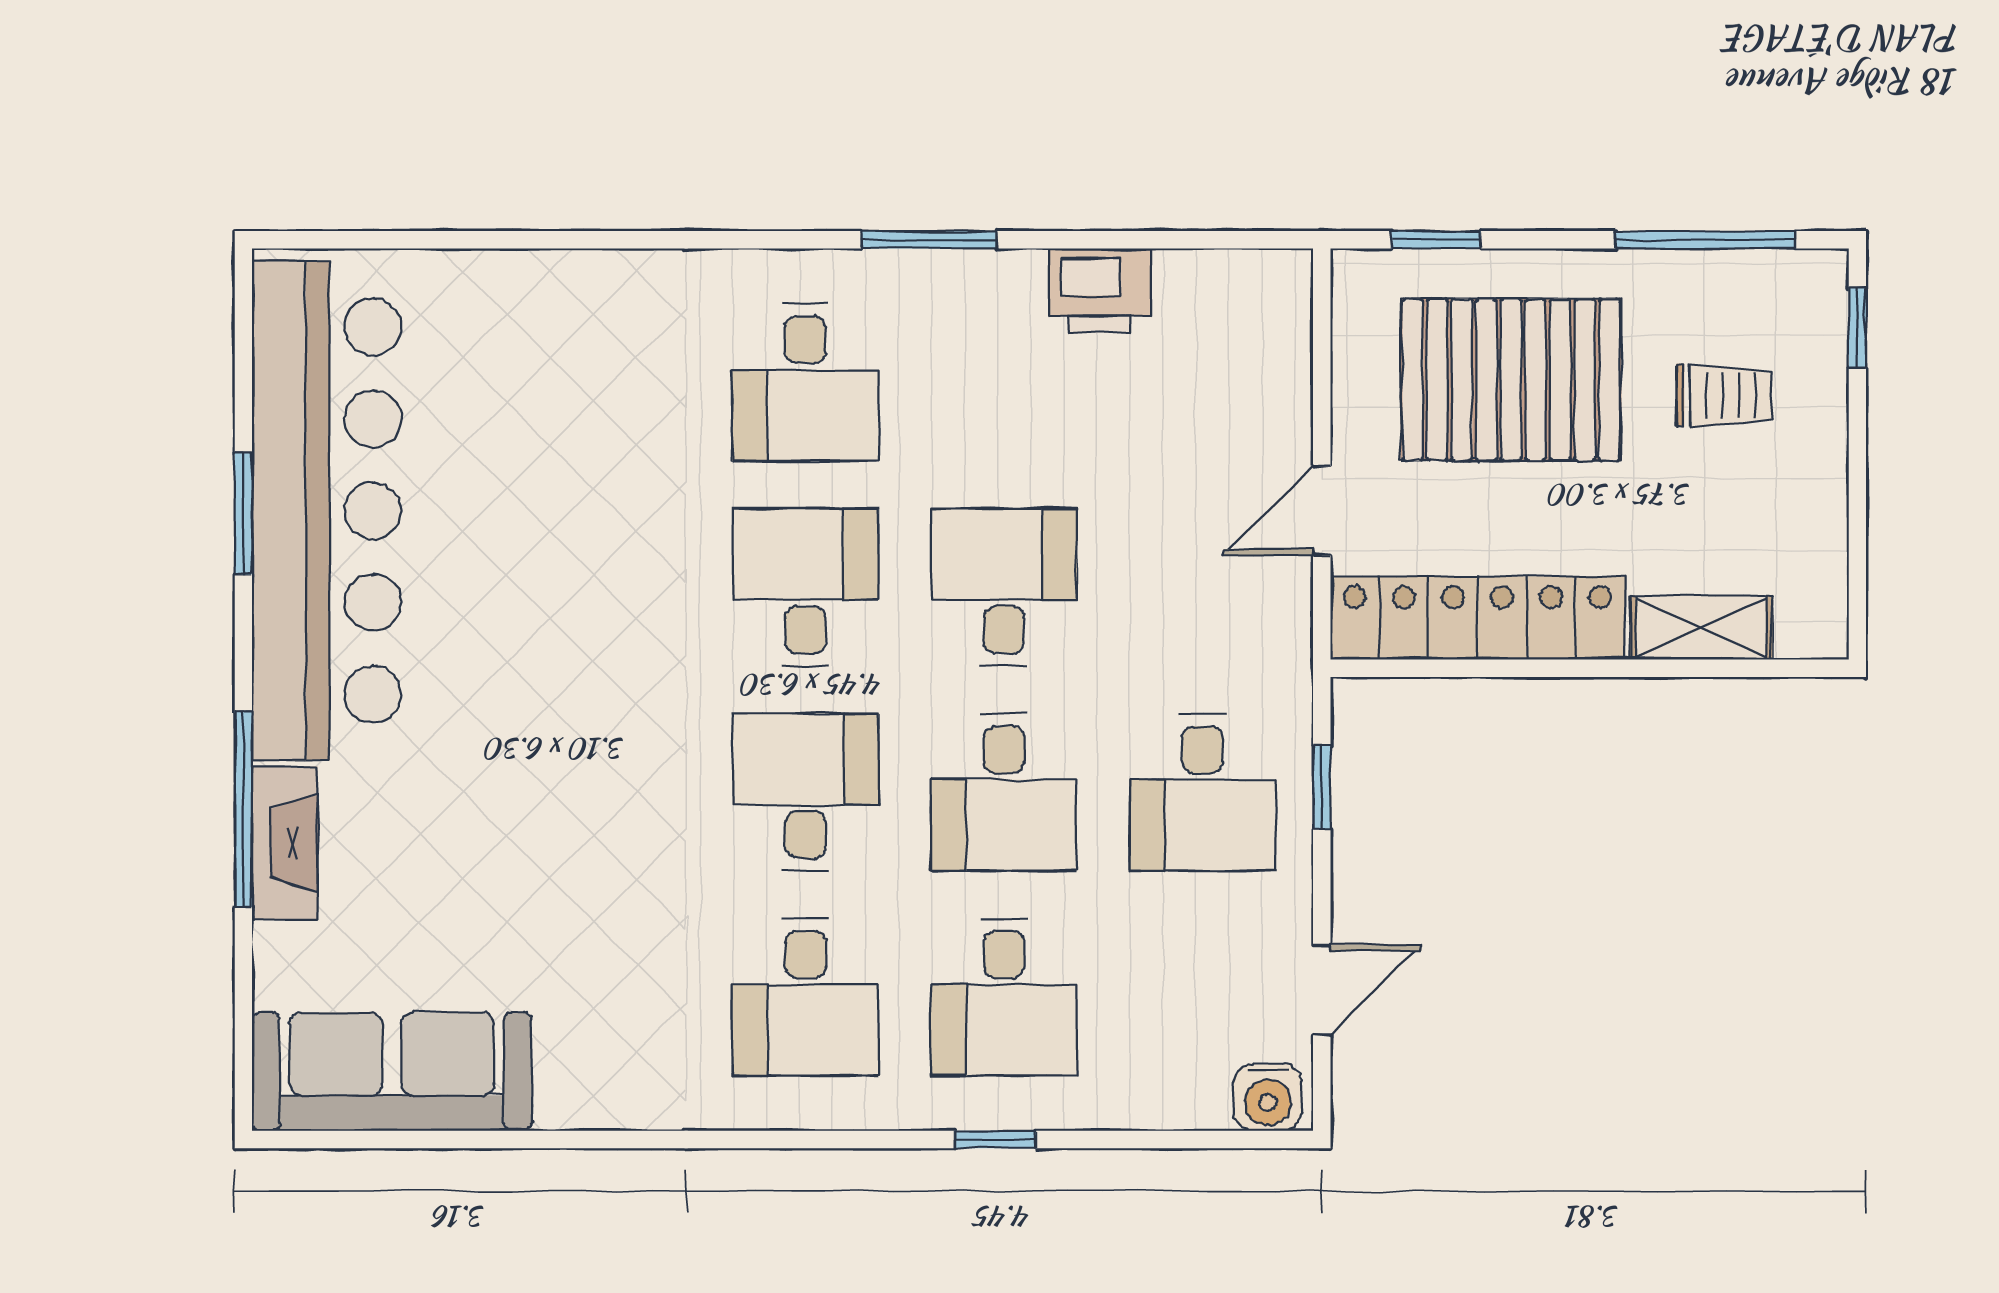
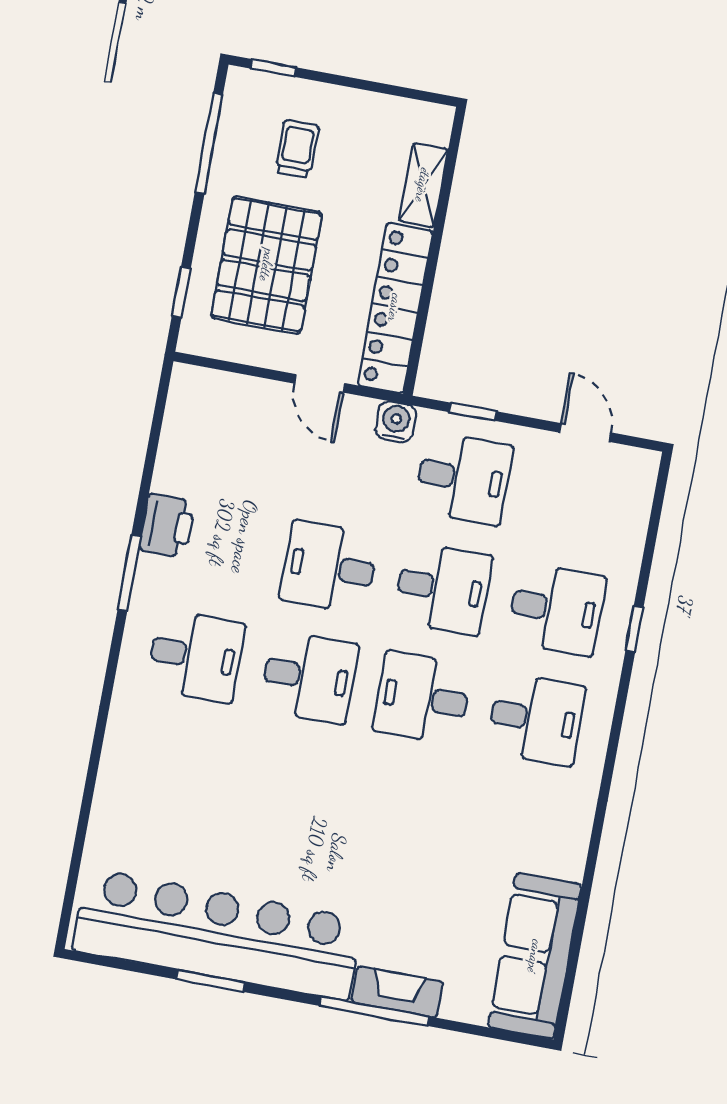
printer: (1099, 290) -> (167, 525), moved
desk: (805, 587) -> (309, 677), turned 180
water cooler: (1268, 1097) -> (396, 422), moved, turned -90

